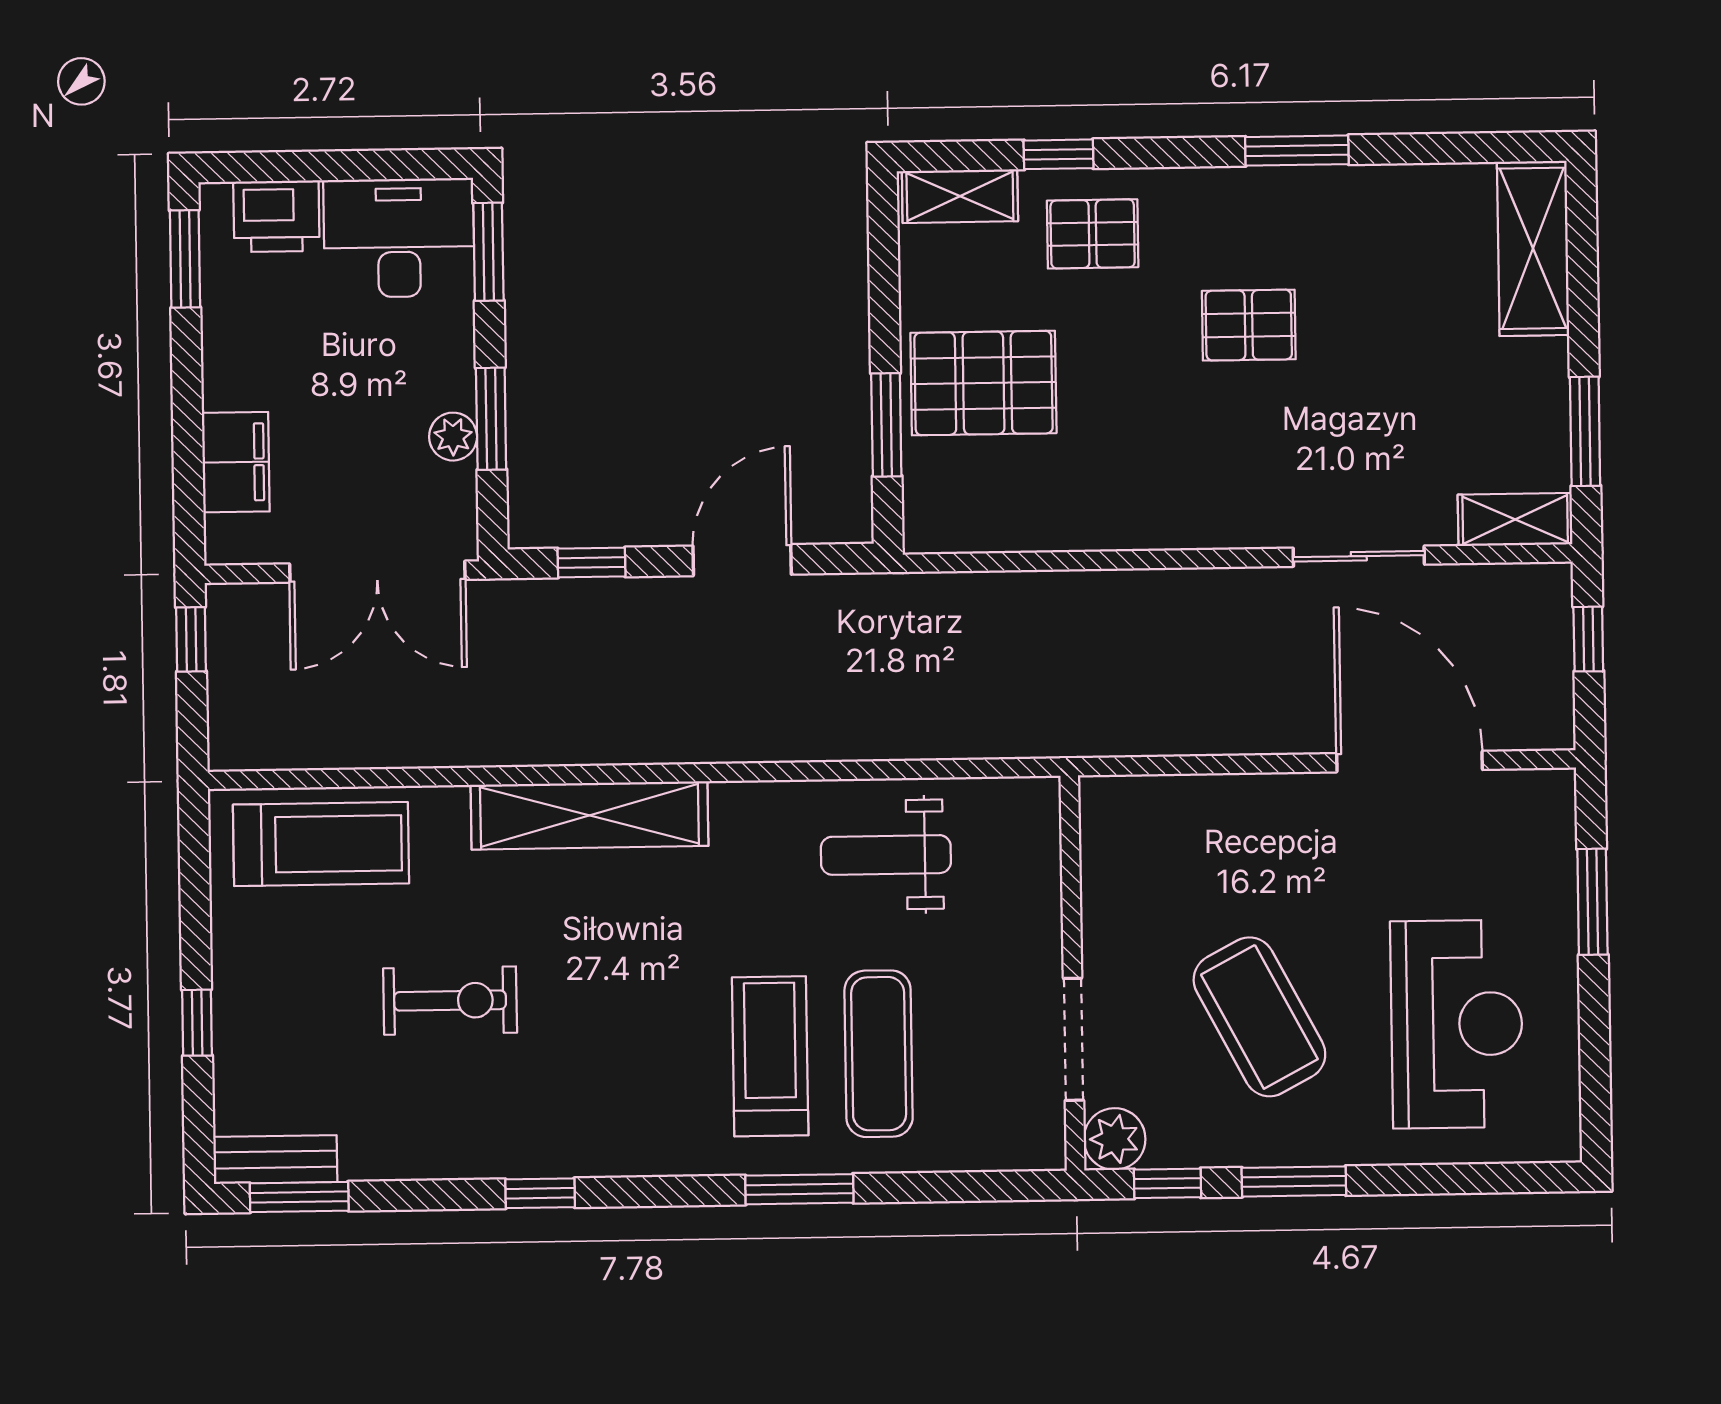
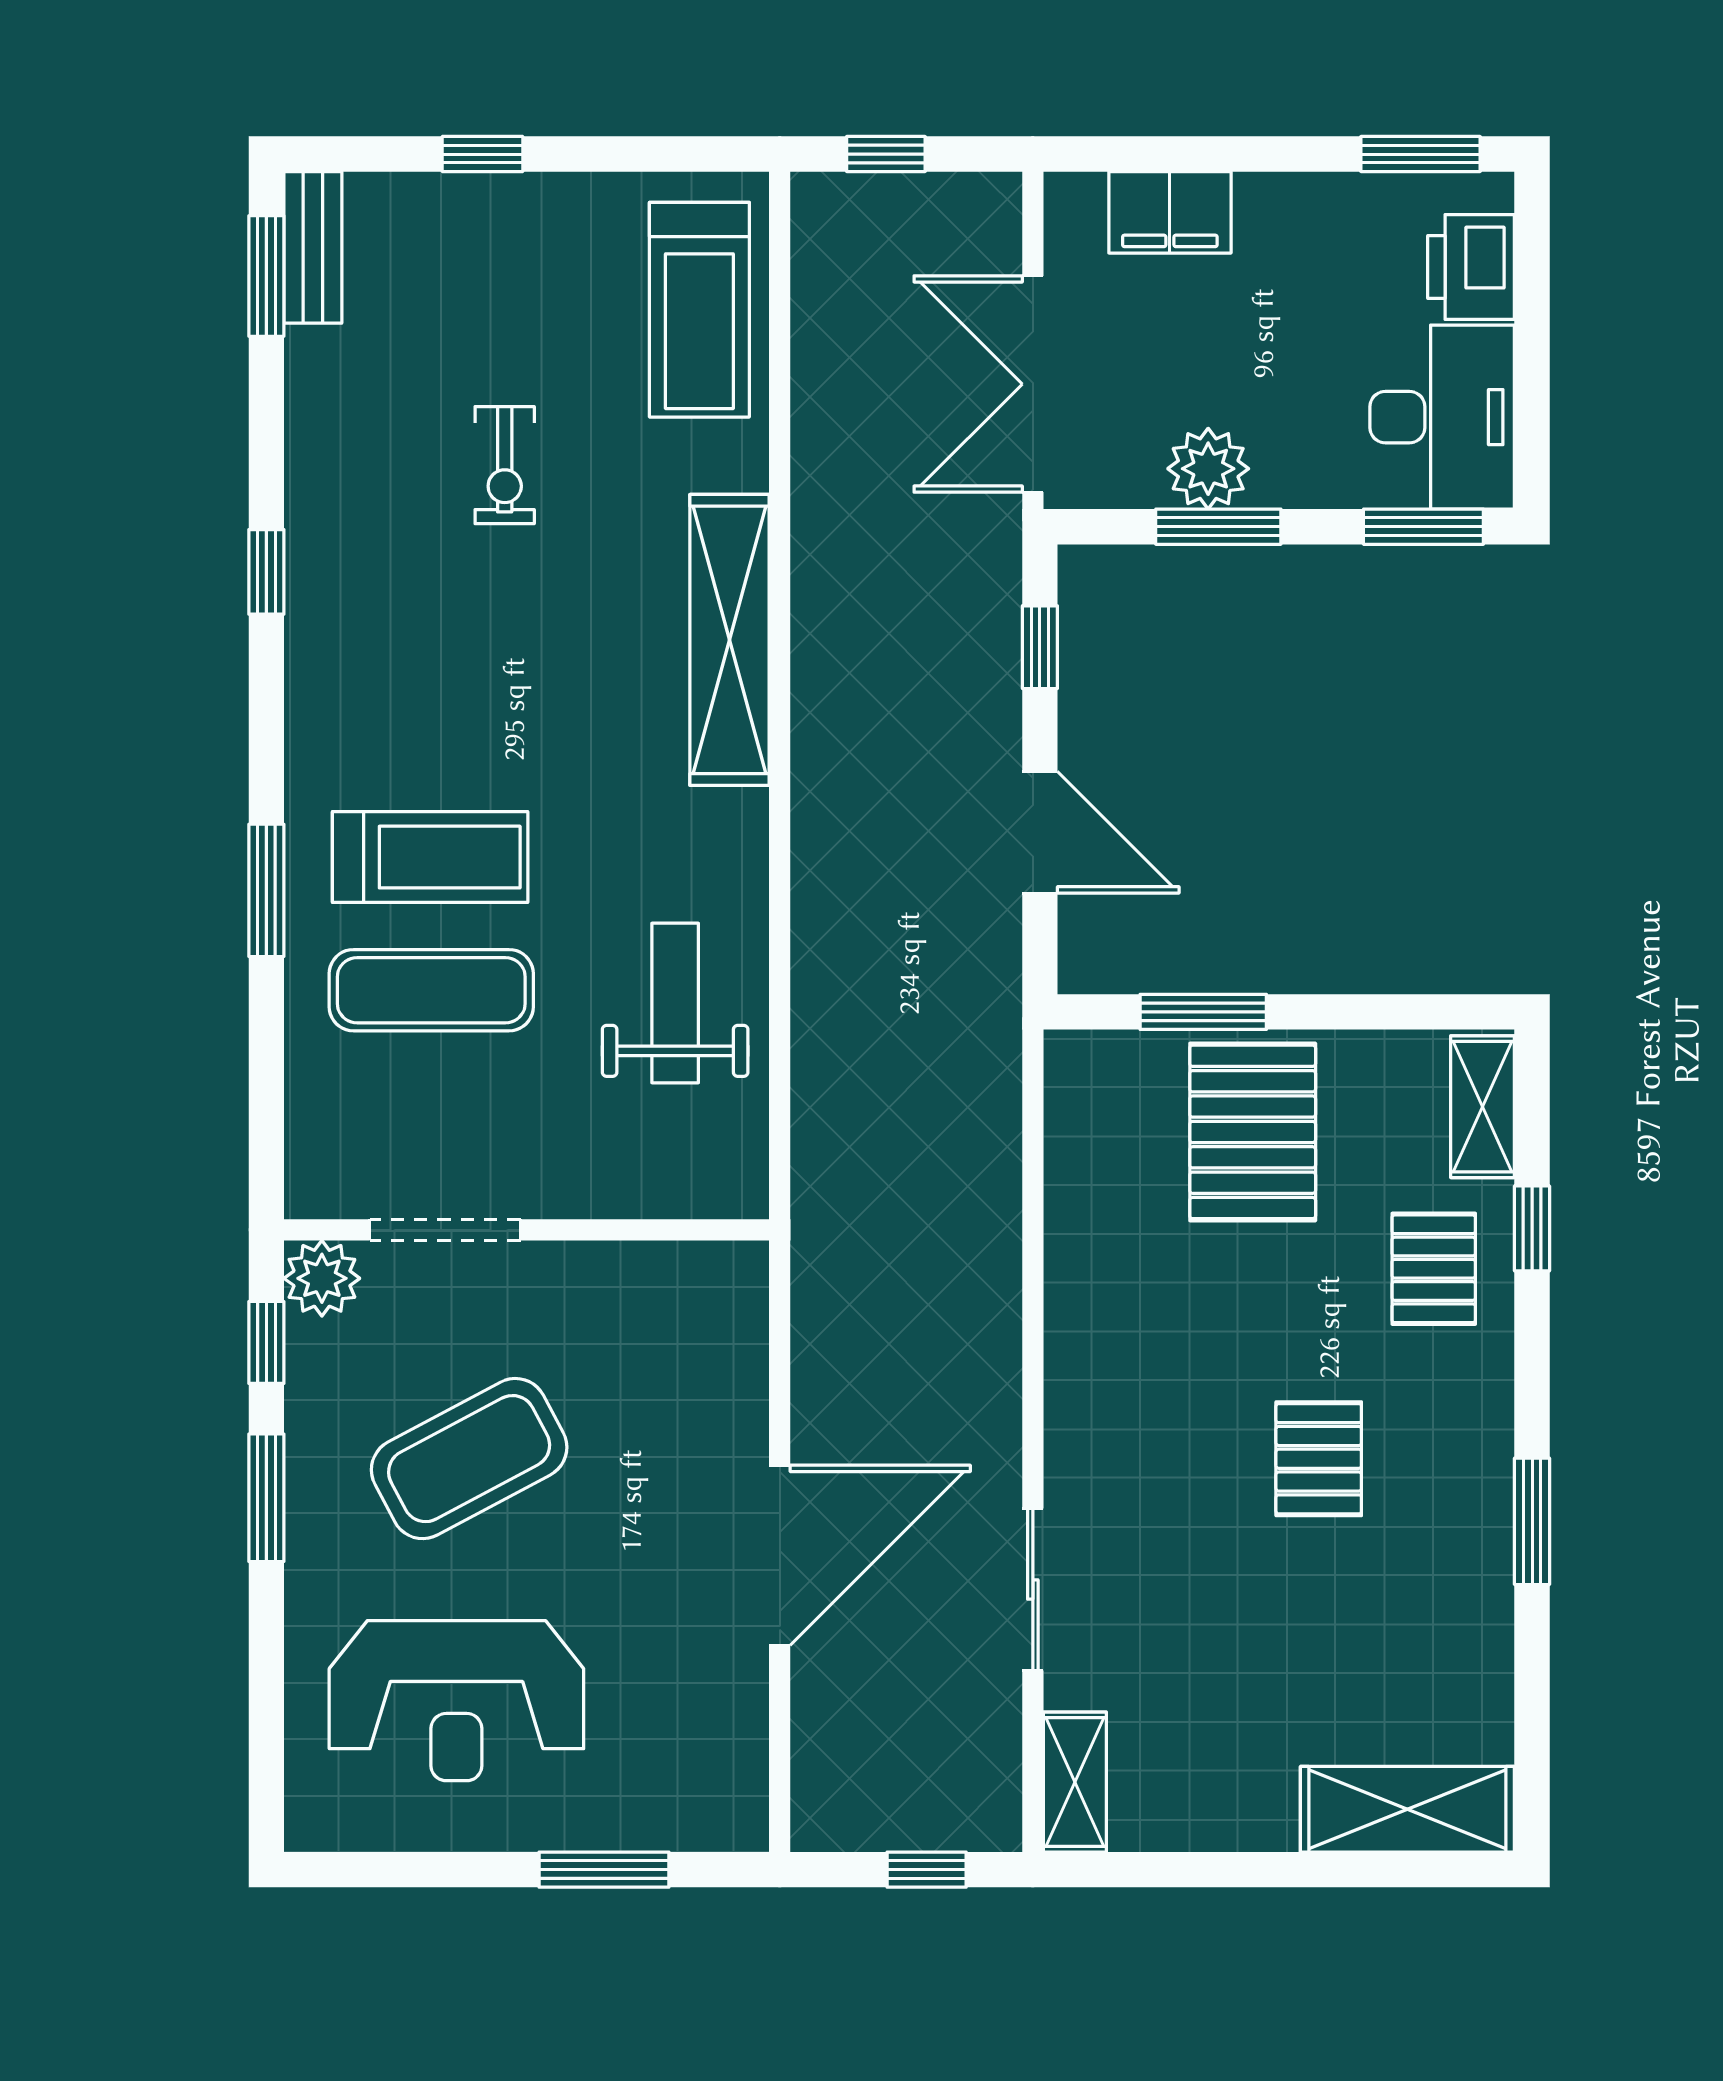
window: (1585, 431) -> (1182, 1870), removed
plant: (453, 437) -> (1208, 469), width x1.38, depth x1.38
window: (191, 639) -> (886, 154), moved
door: (1409, 762) -> (780, 1555), moved
exercise bike: (450, 1001) -> (505, 465), width x0.73, depth x0.72

